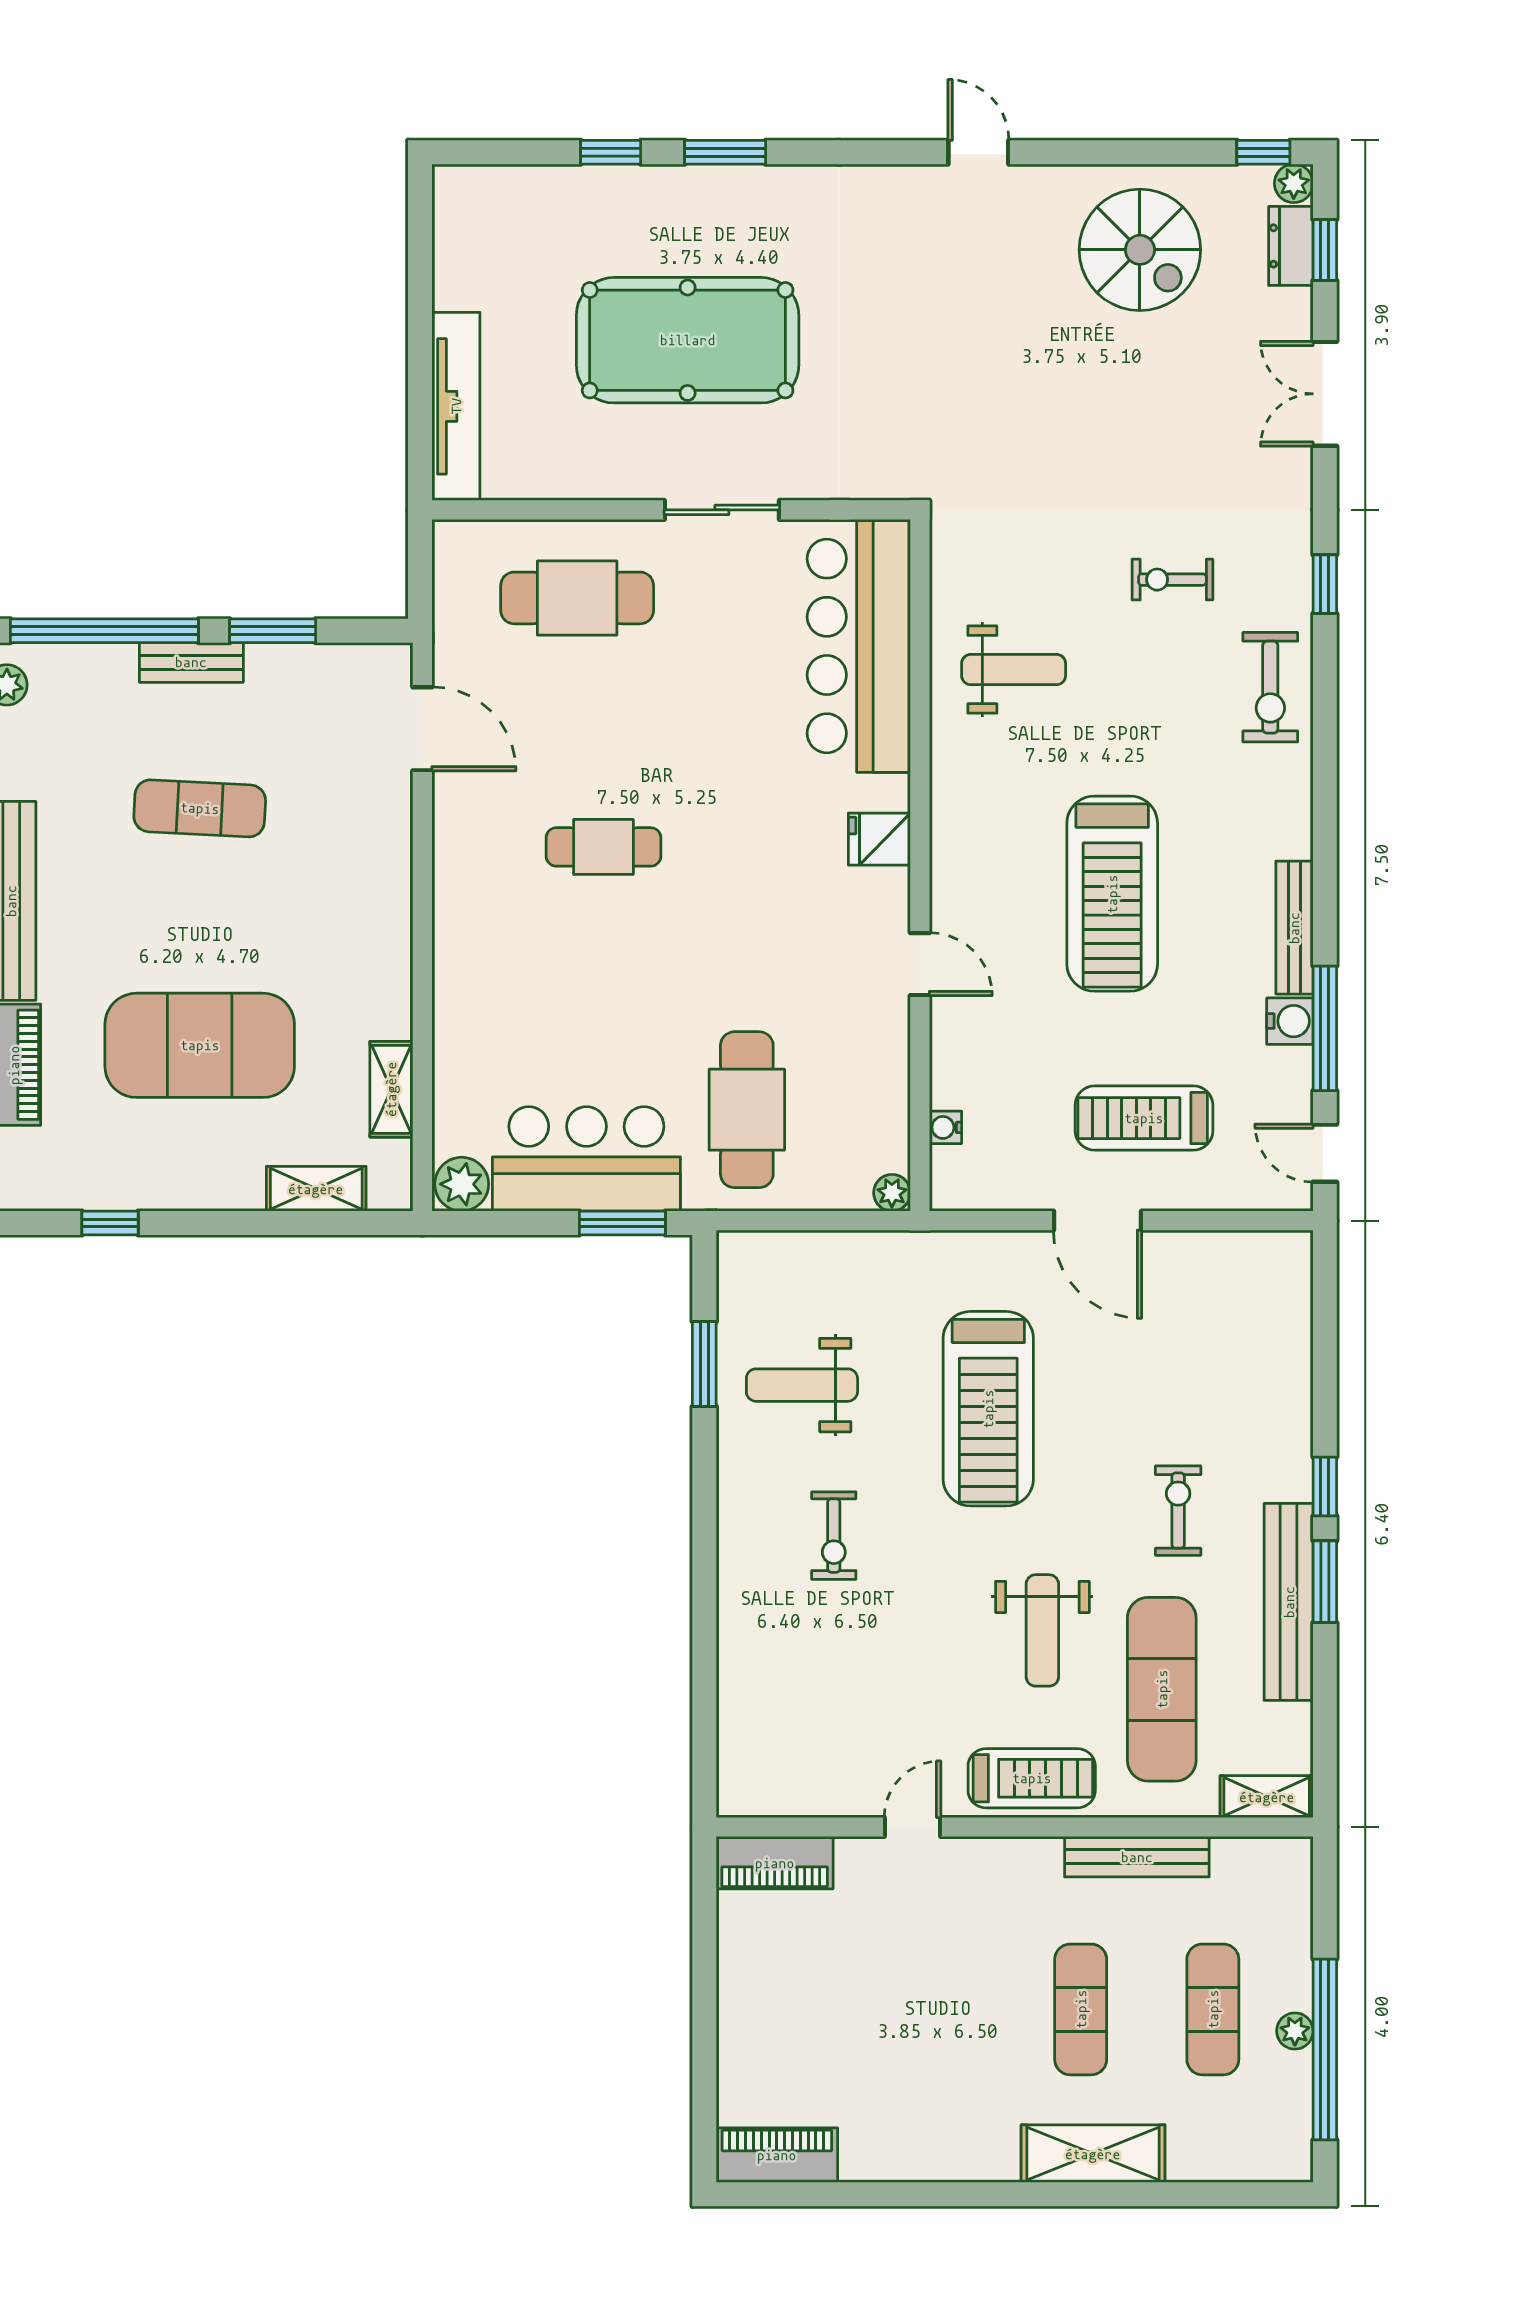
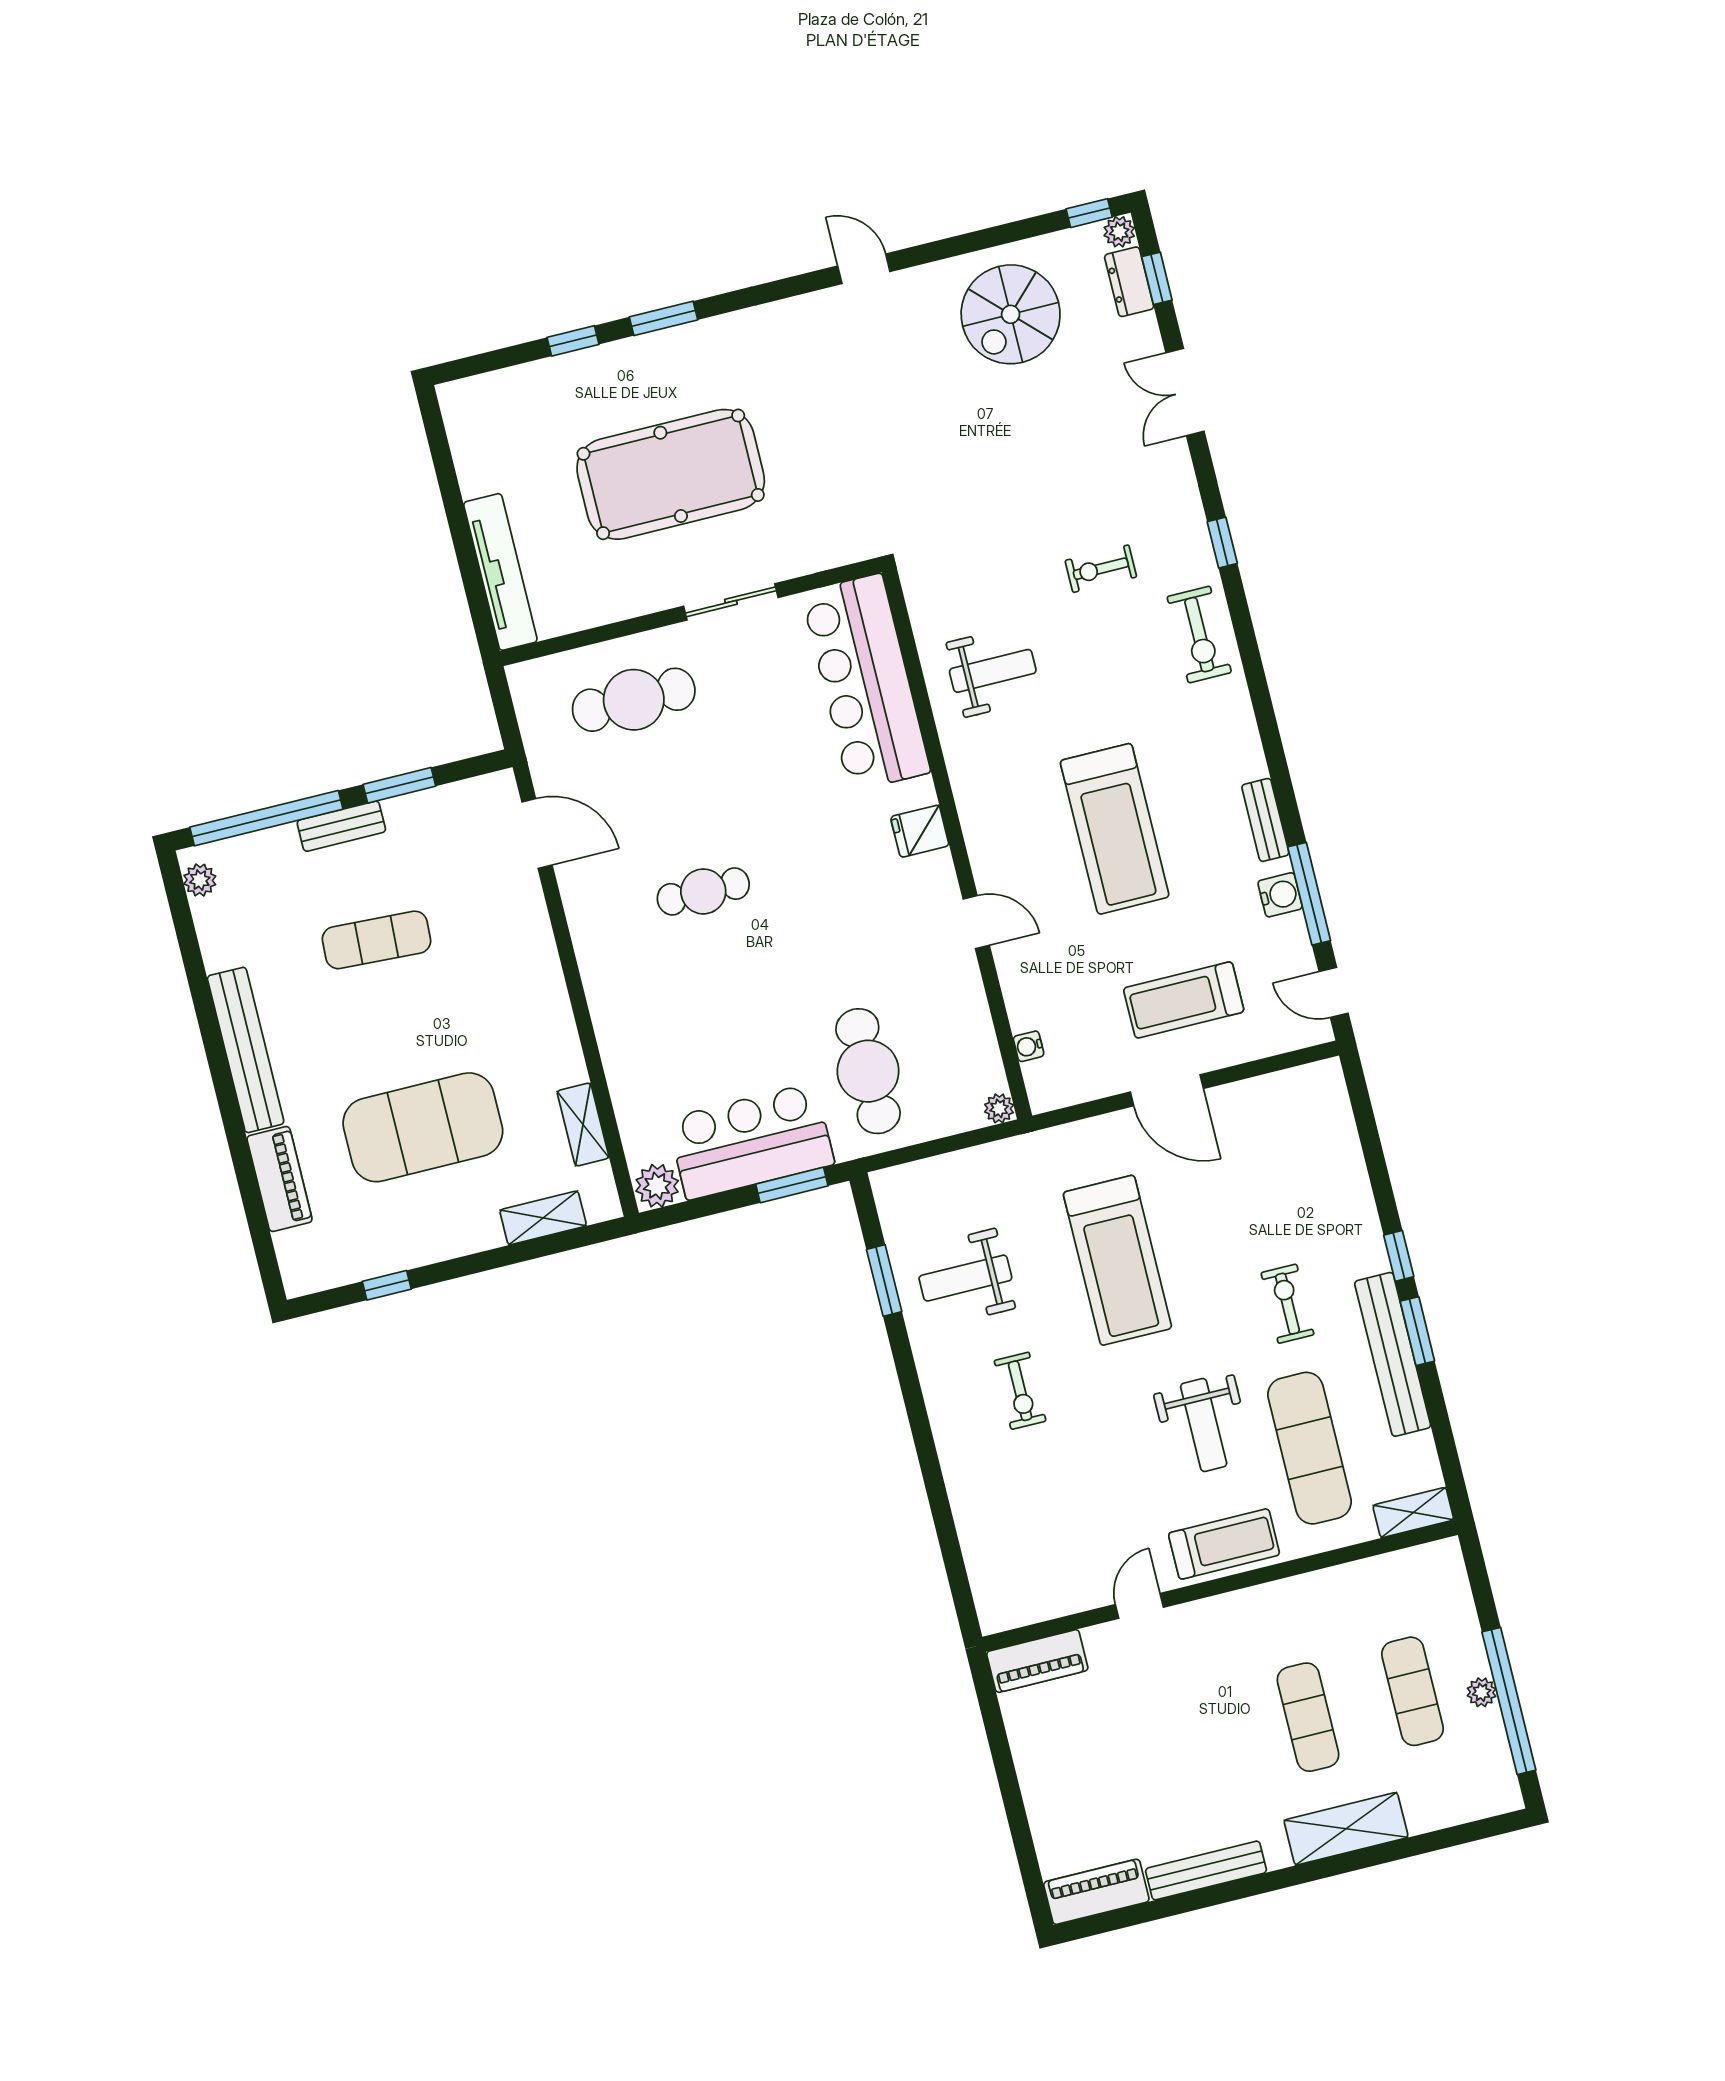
spiral stairs: (1140, 250) -> (1011, 314), turned 90
bench: (1294, 928) -> (1265, 820), width x0.73
bench: (1137, 1857) -> (1206, 1870), moved

